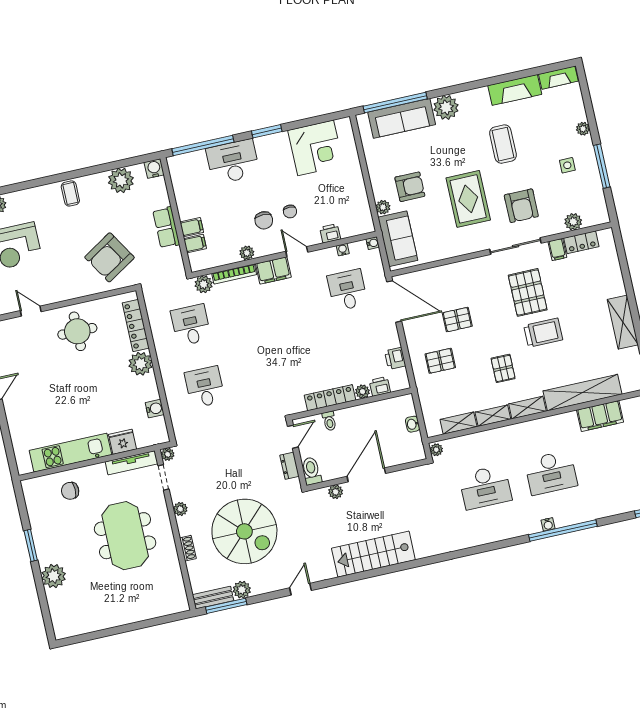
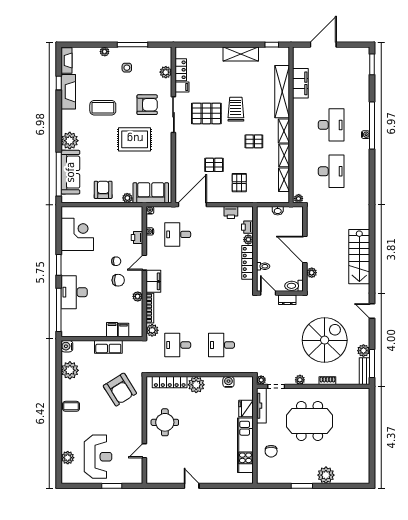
window: (524, 74) -> (59, 83), added
armchair: (410, 187) -> (103, 190), moved
pallet: (457, 320) -> (214, 165), turned 90

